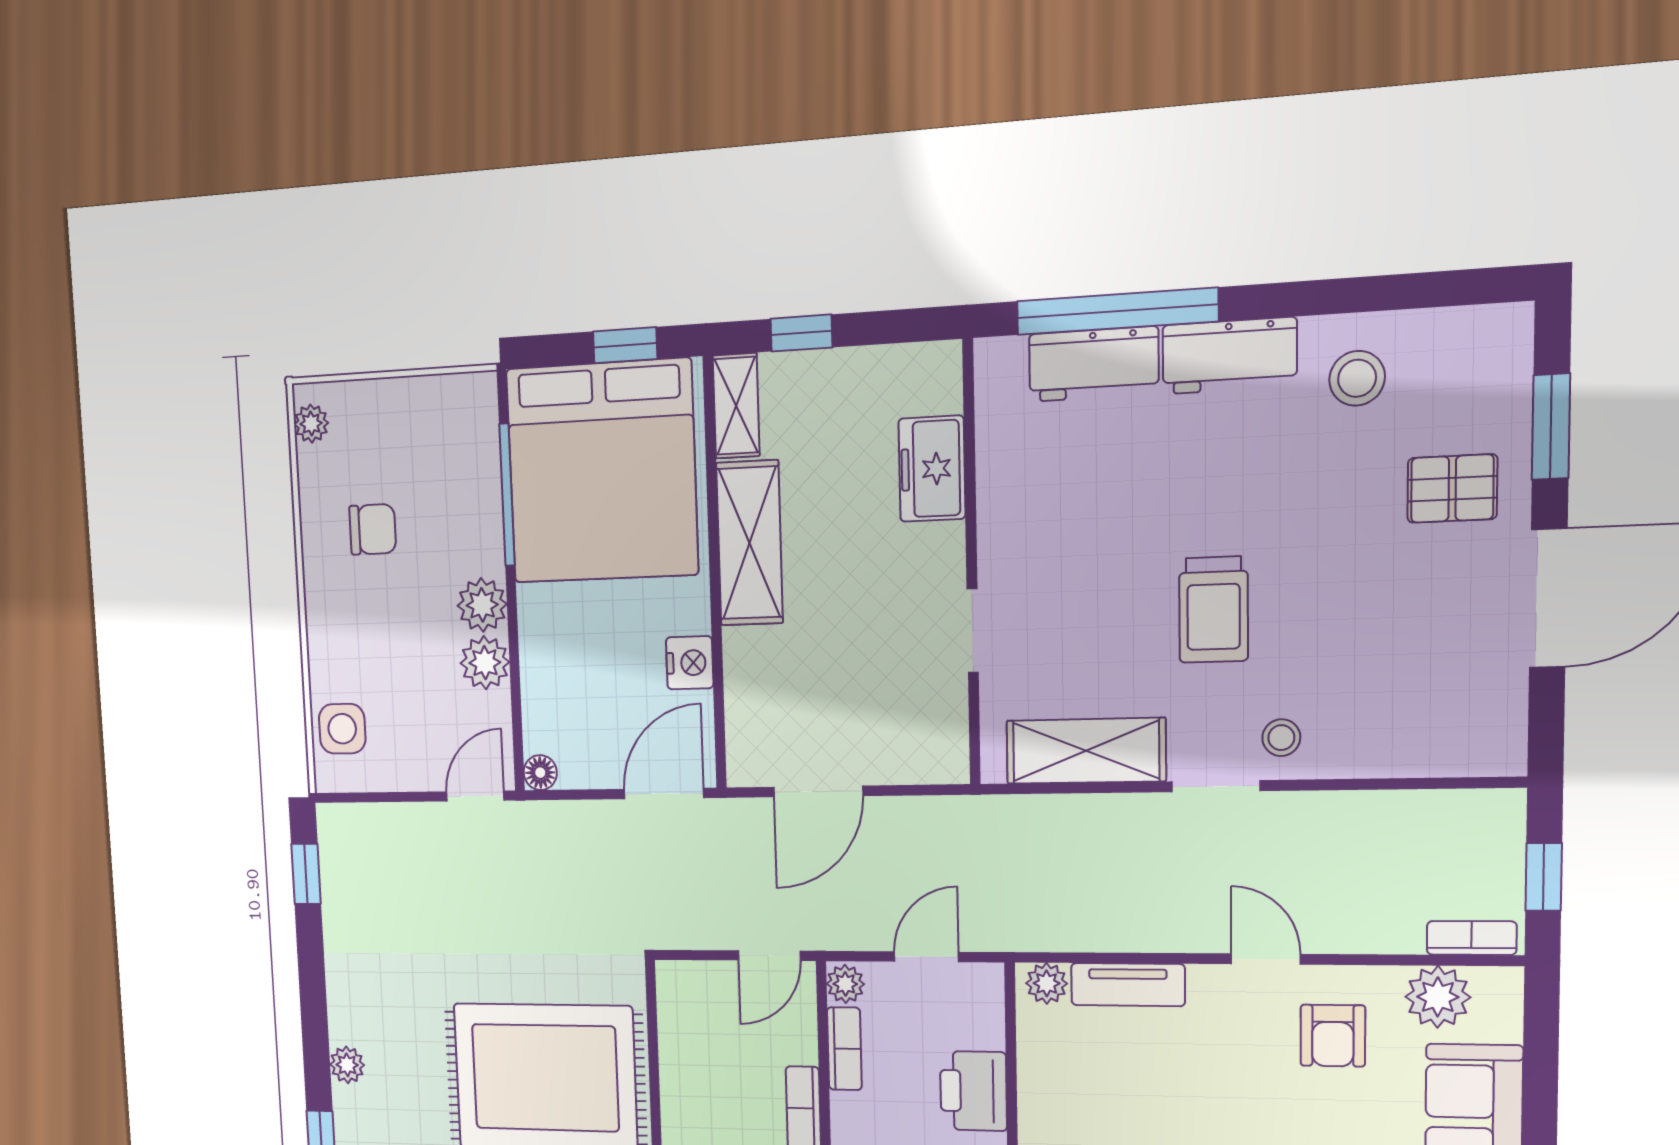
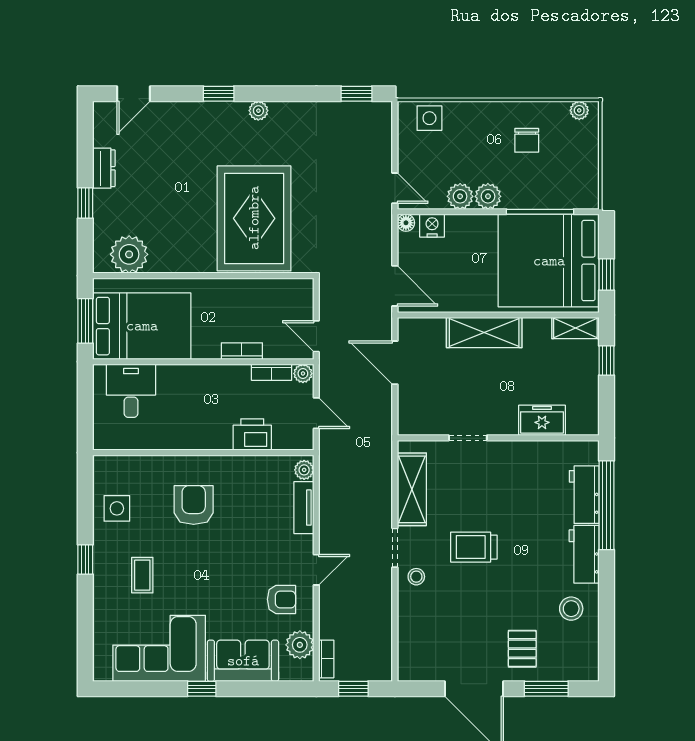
shelving: (750, 543) -> (484, 333), moved
nightstand: (690, 663) -> (432, 226), moved, turned 180
armchair: (1333, 1036) -> (282, 599), turned 180

